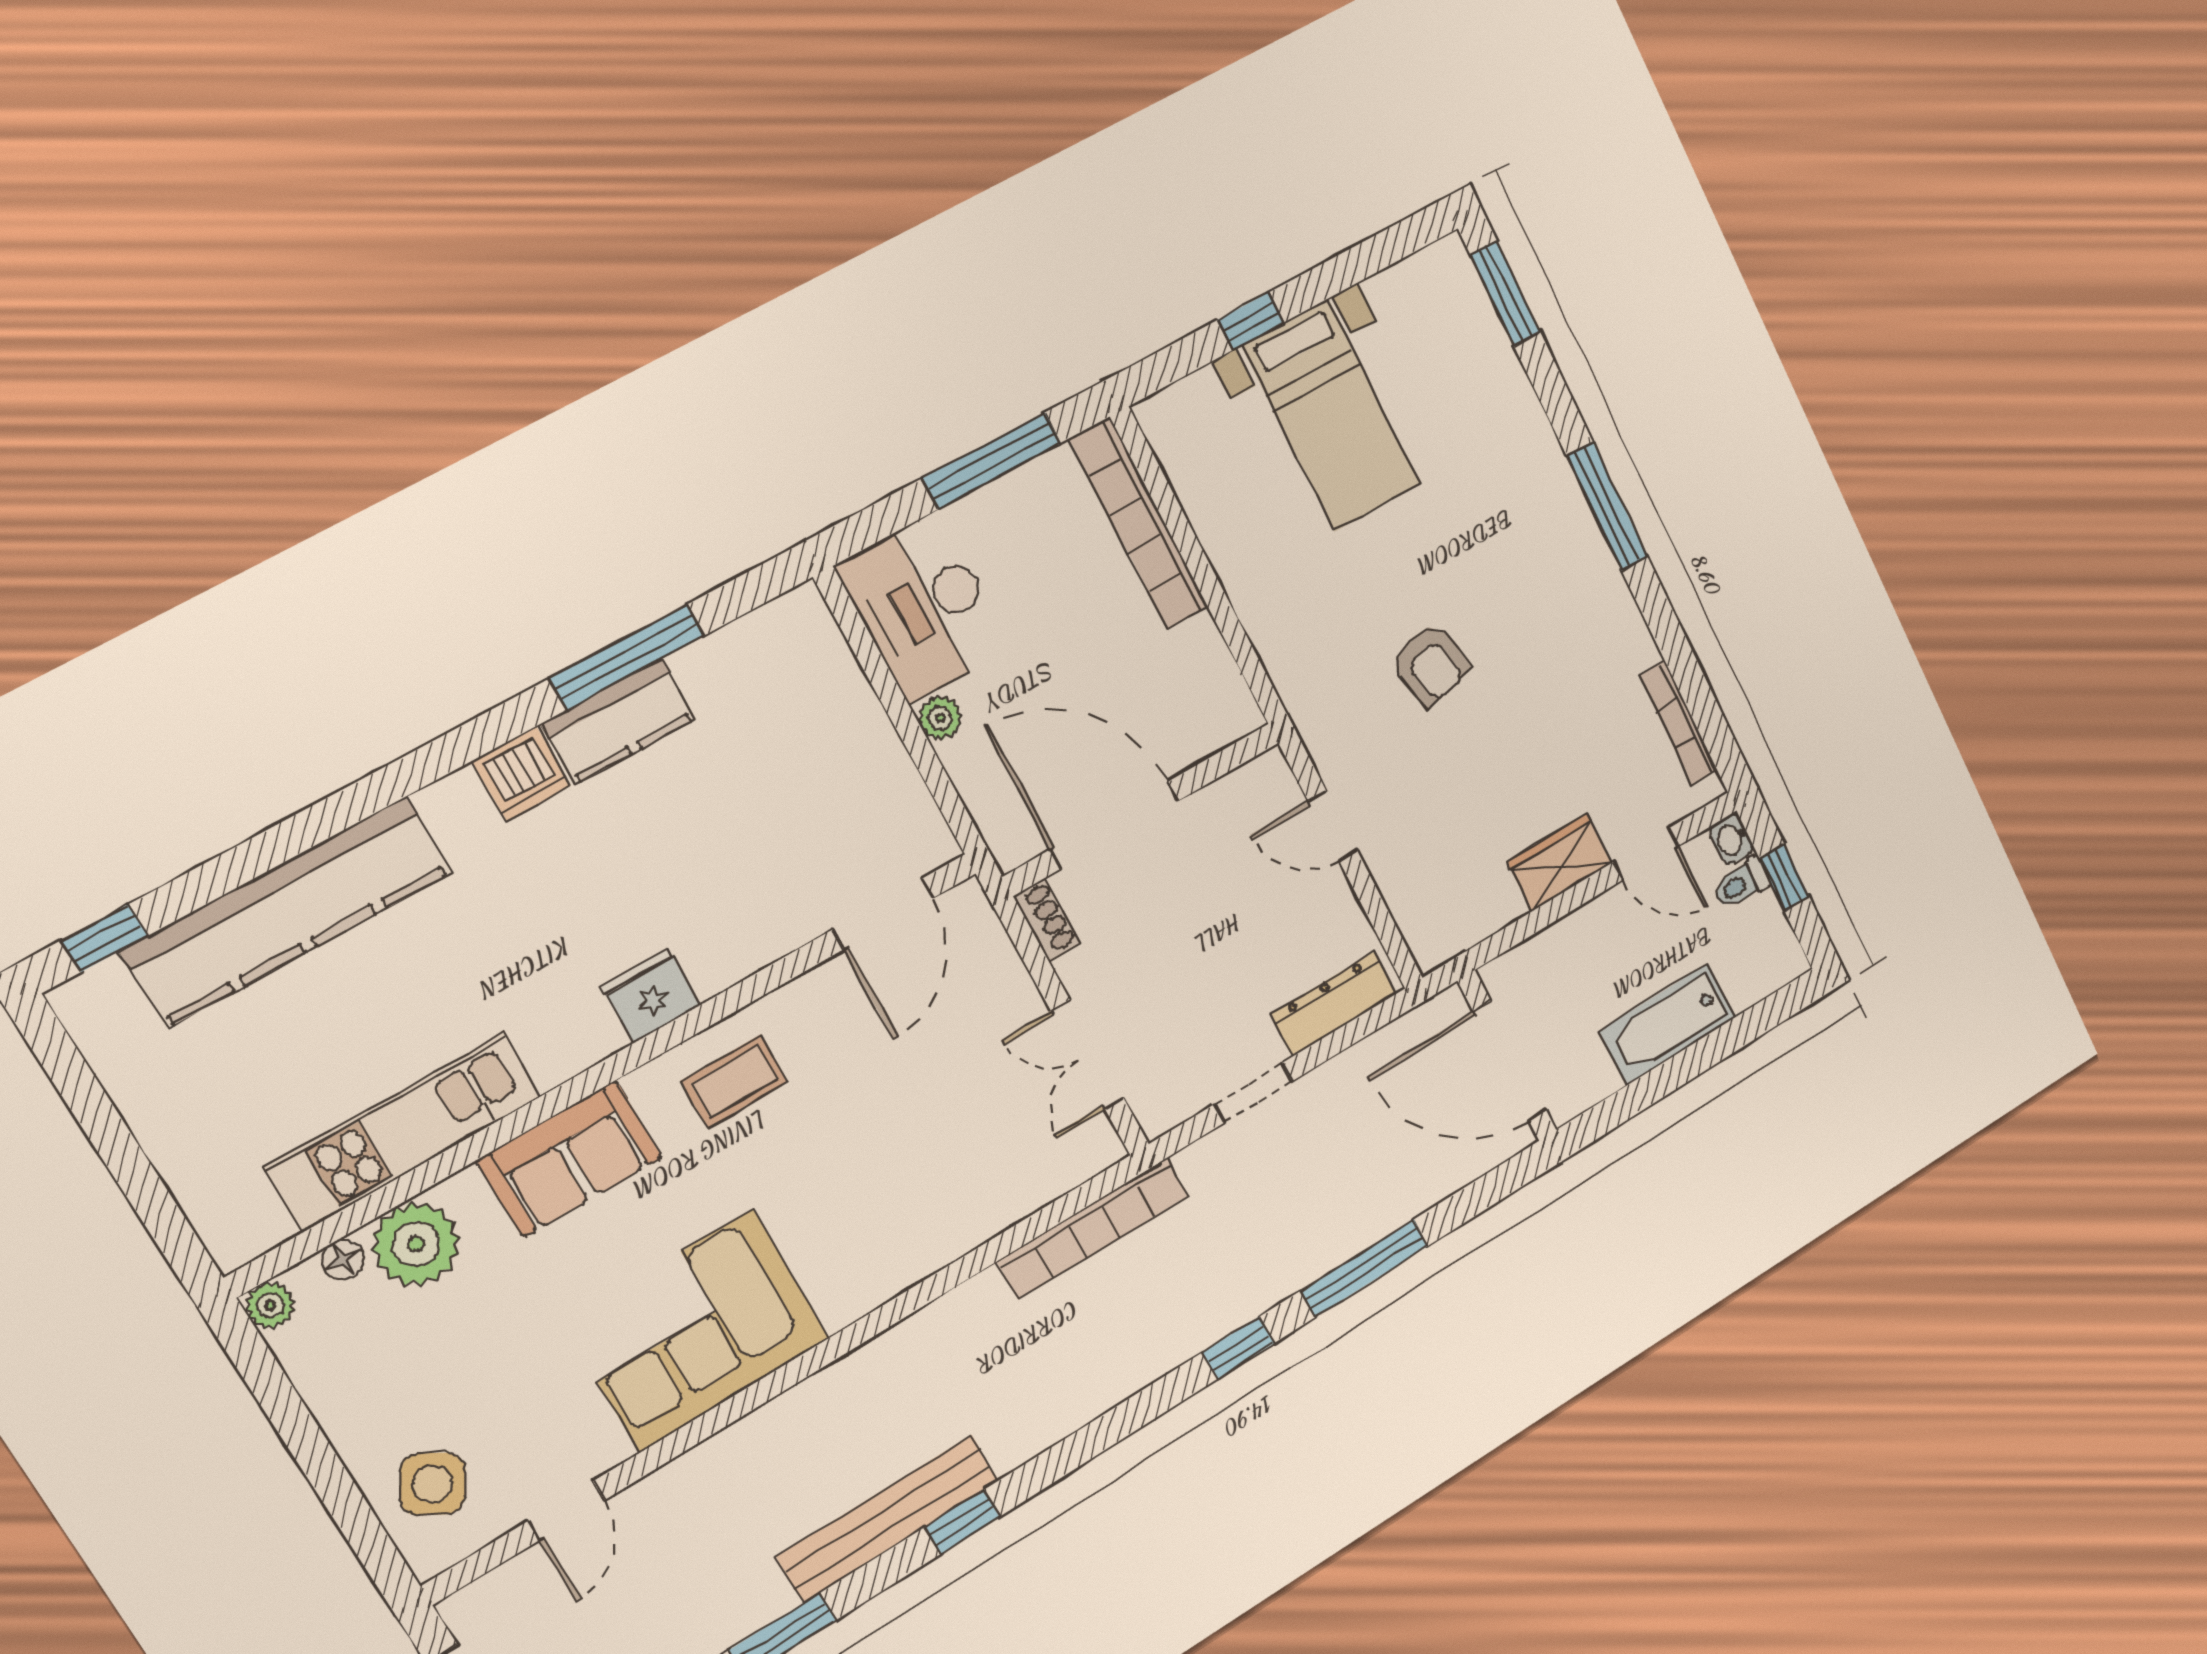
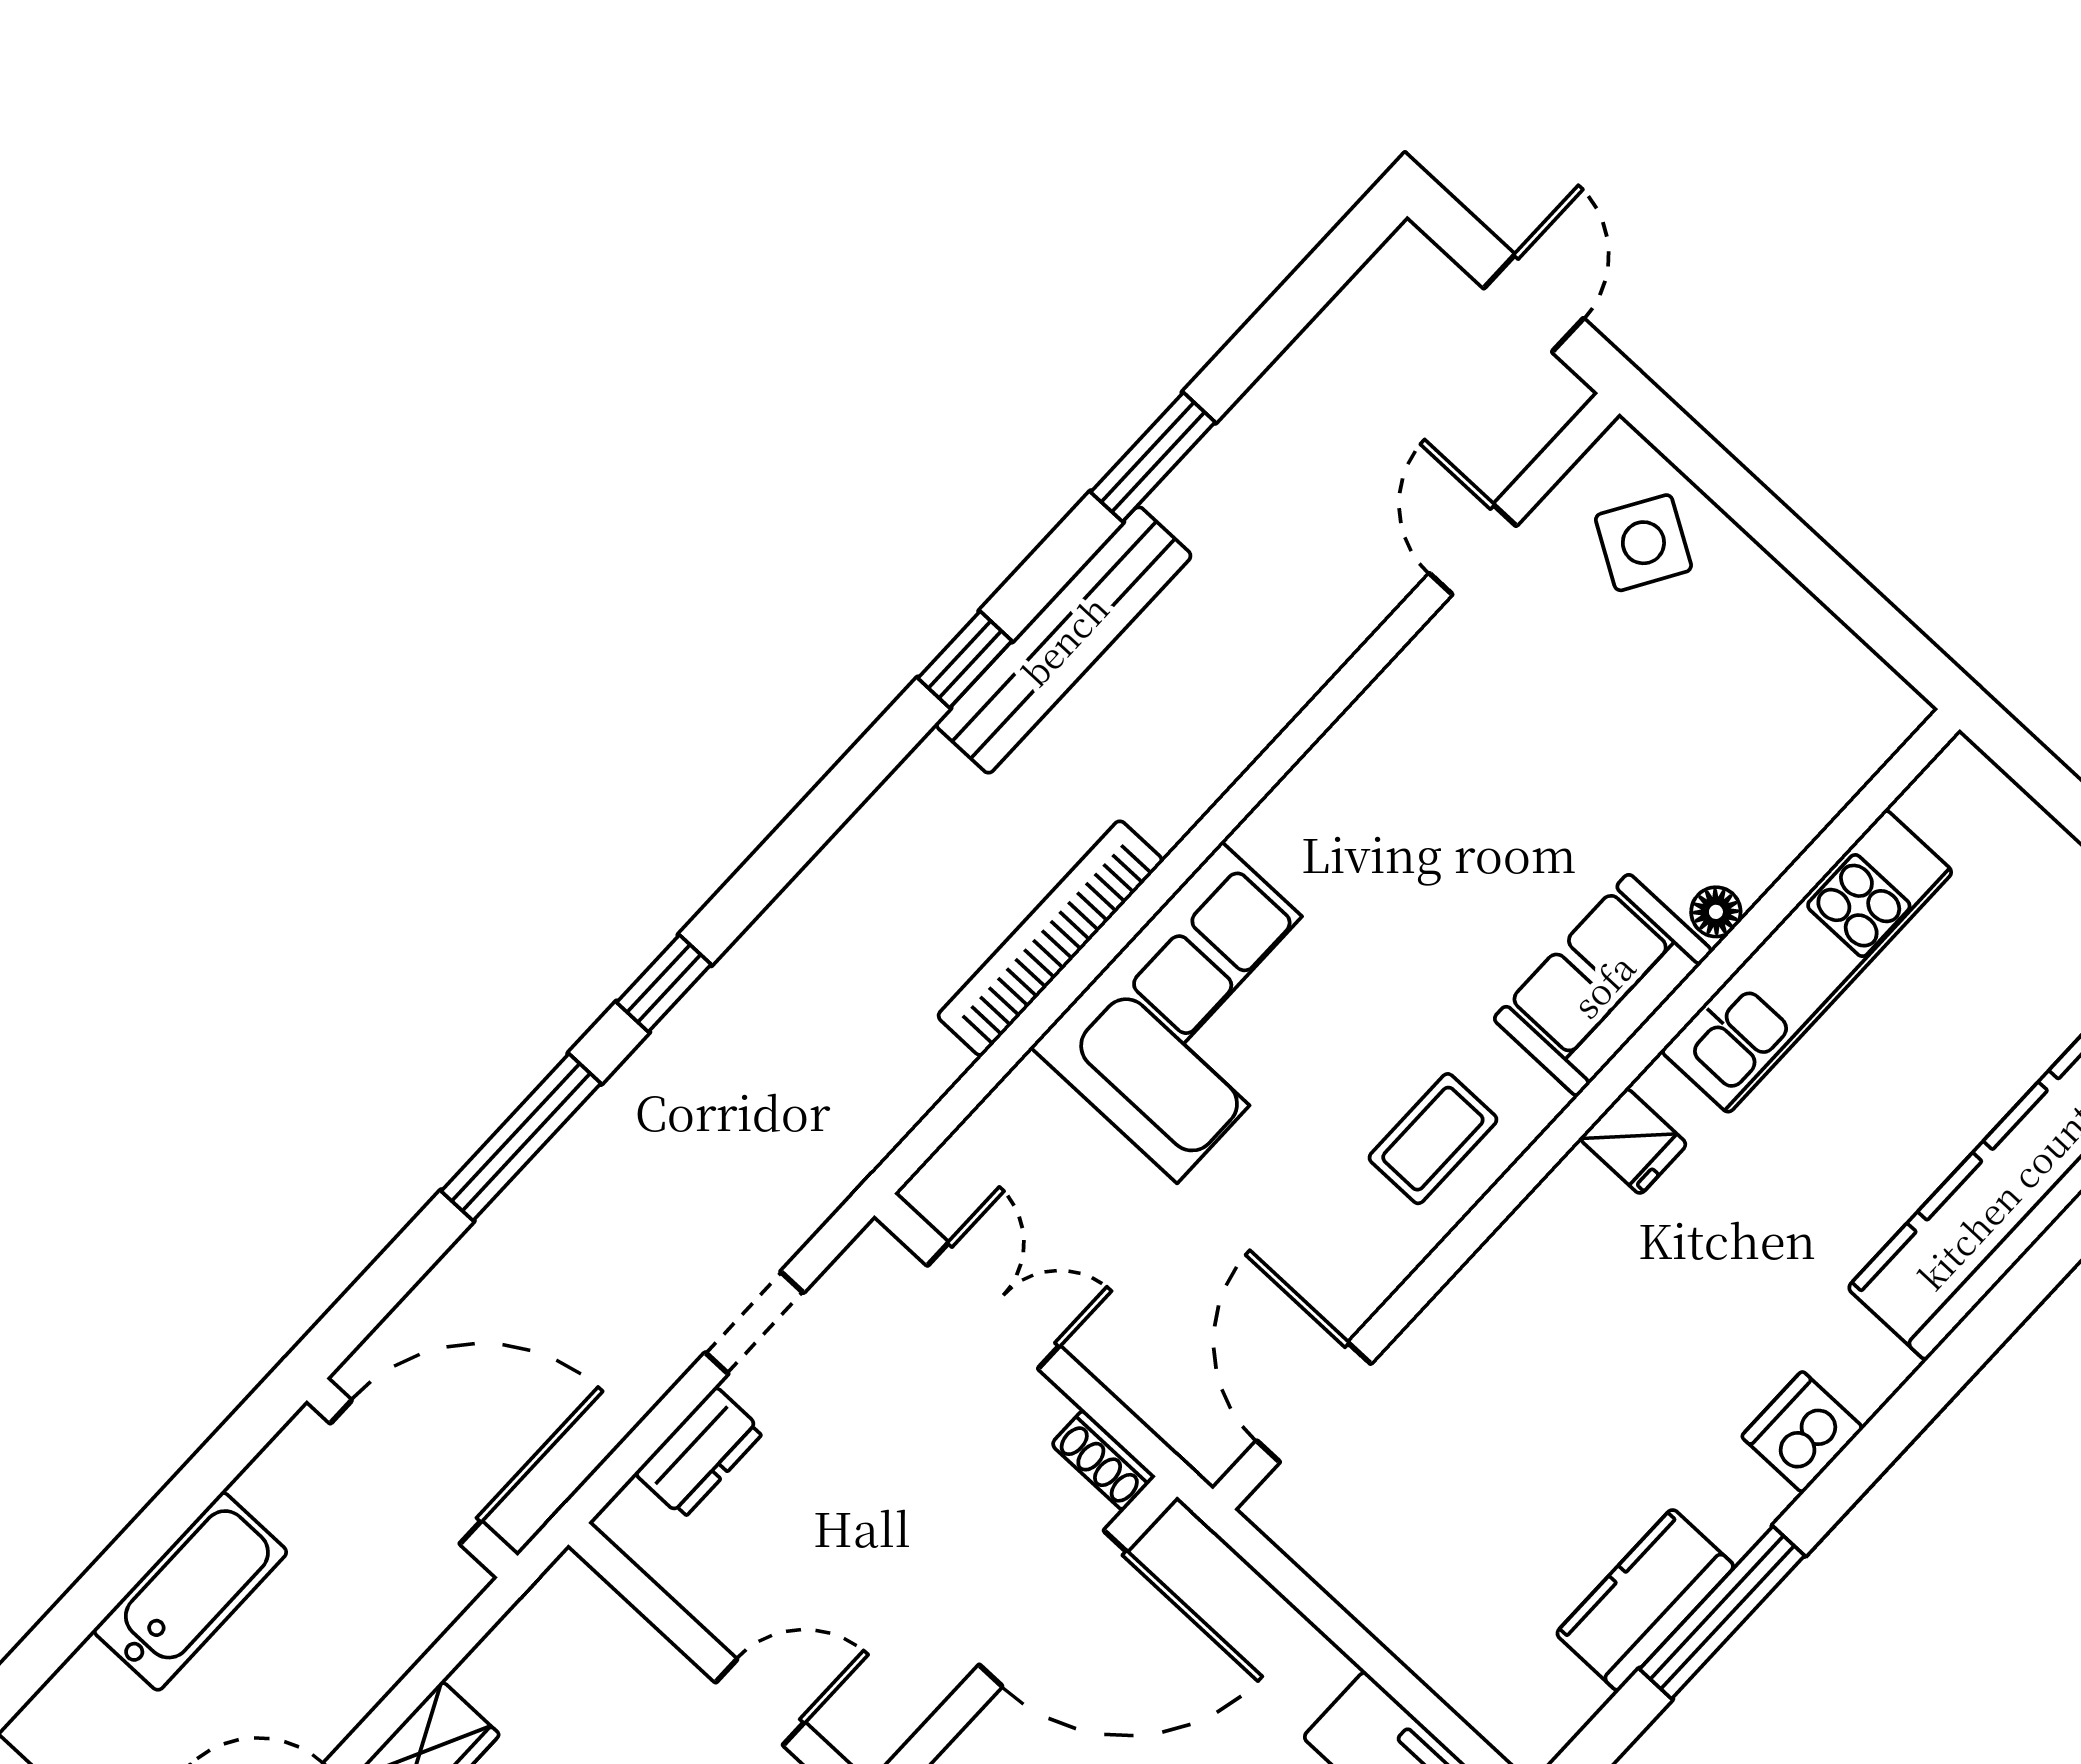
plant: (940, 718) -> (1320, 1668), removed
kitchen counter: (619, 721) -> (1645, 1600), moved
fridge: (651, 996) -> (1633, 1141), moved, width x0.72
dresser: (1334, 1004) -> (699, 1453), width x0.70
bookcase: (1093, 1228) -> (1050, 938), moved
plant: (416, 1244) -> (1752, 830), removed
floor lamp: (343, 1259) -> (1716, 912), moved
plant: (270, 1305) -> (1897, 711), removed
corner sofa: (697, 1331) -> (1199, 1012), moved

